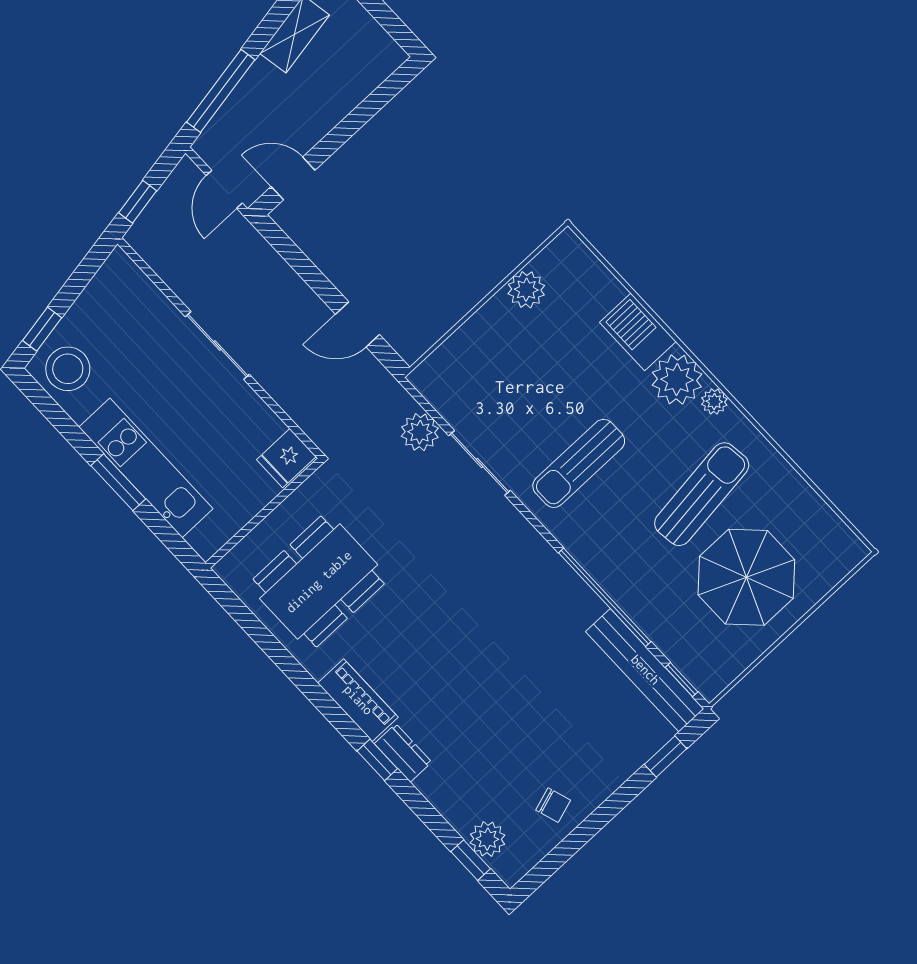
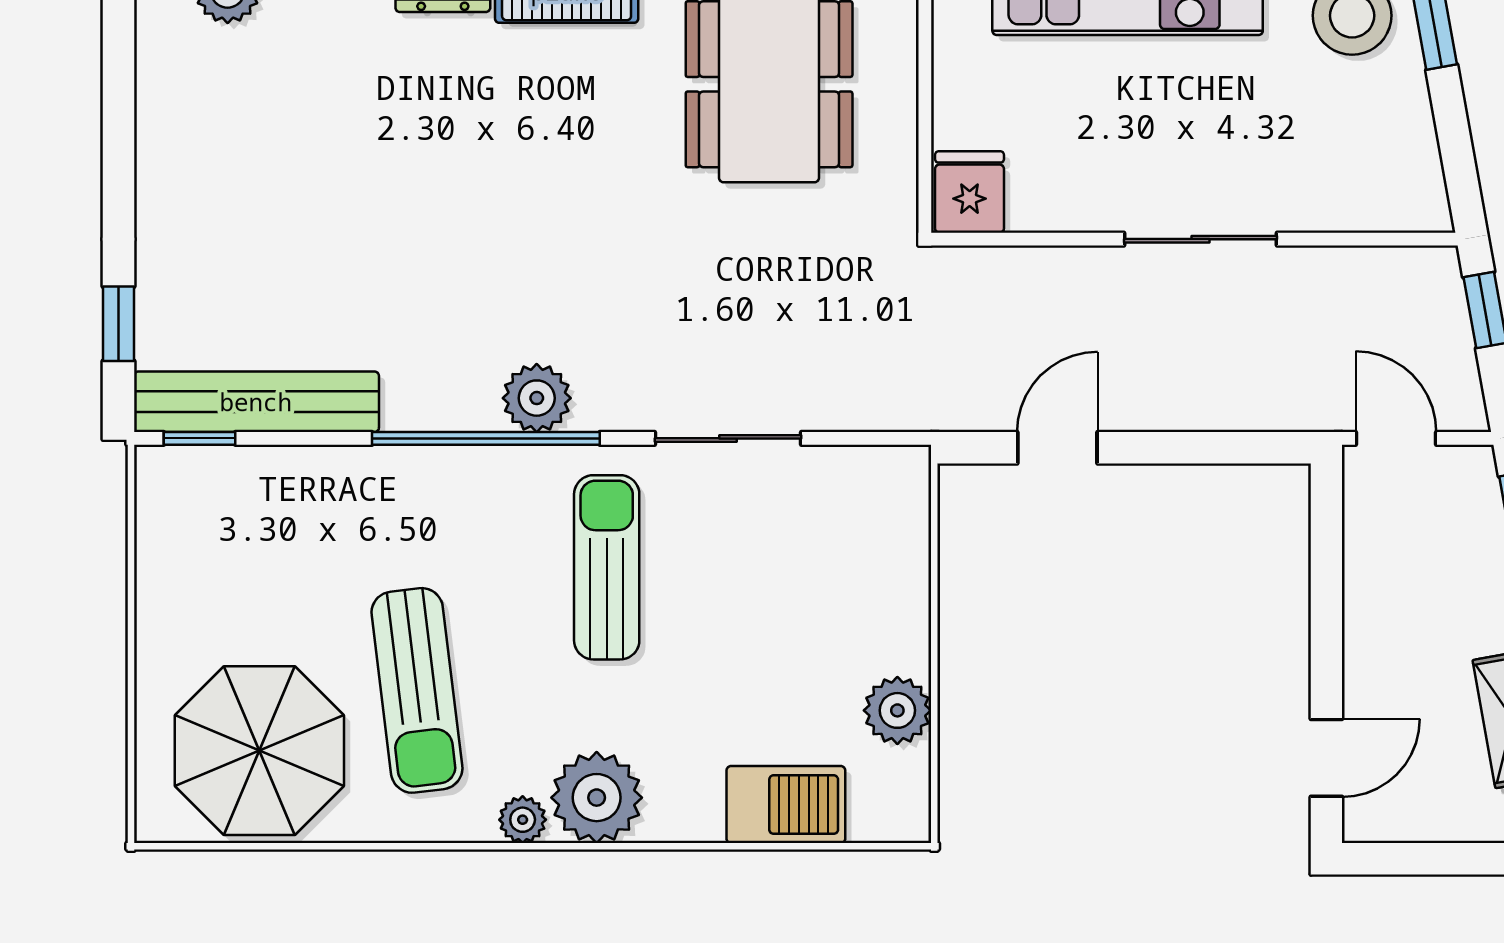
door: (293, 178) -> (1326, 758), moved
barbecue: (638, 332) -> (786, 805), moved
plant: (420, 432) -> (537, 398), moved
parasol: (746, 577) -> (259, 751), moved
window: (605, 597) -> (486, 438), moved
chair: (553, 805) -> (192, 118), removed

